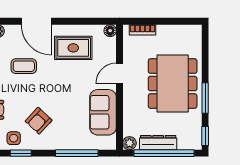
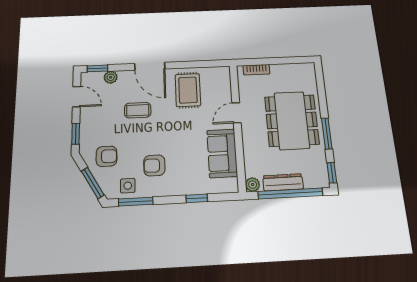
floor lamp: (110, 31) -> (224, 72), removed
rug: (73, 48) -> (188, 90), turned 90
armchair: (39, 121) -> (154, 165), turned 47
window: (21, 153) -> (136, 202), width x1.50
window: (77, 153) -> (197, 198), width x0.46

